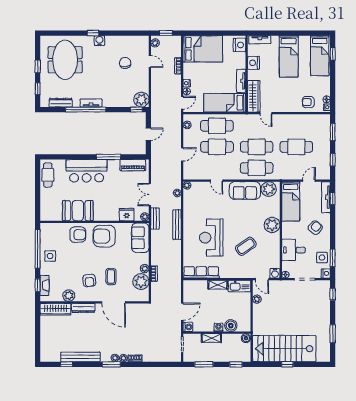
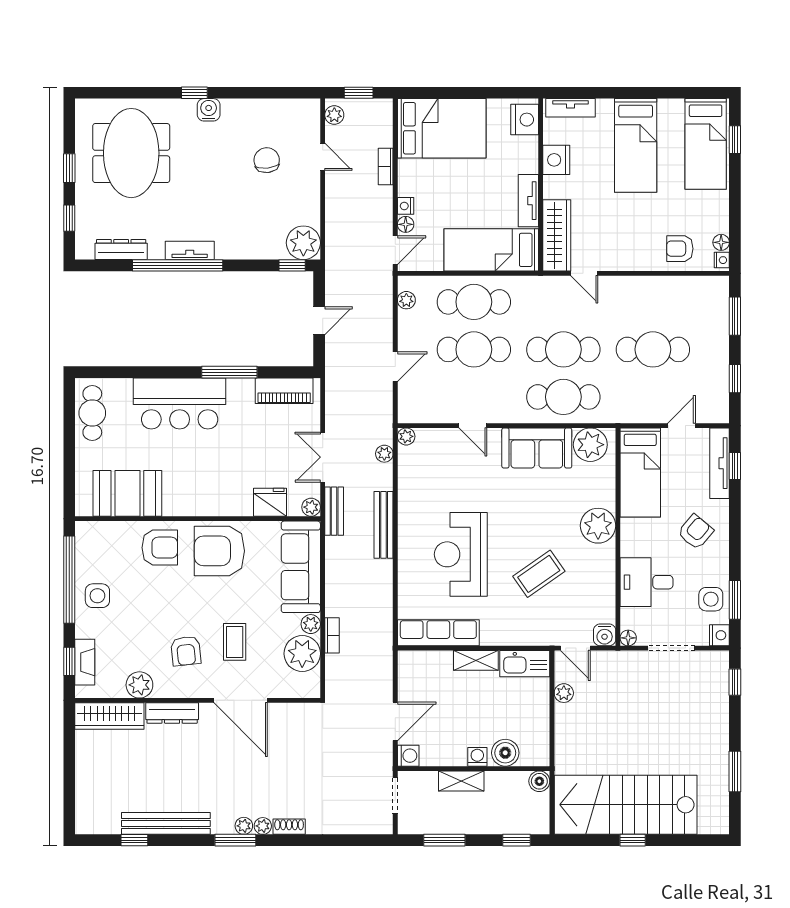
booth: (78, 211) -> (127, 493), moved
sofa: (140, 238) -> (301, 567), width x1.36

